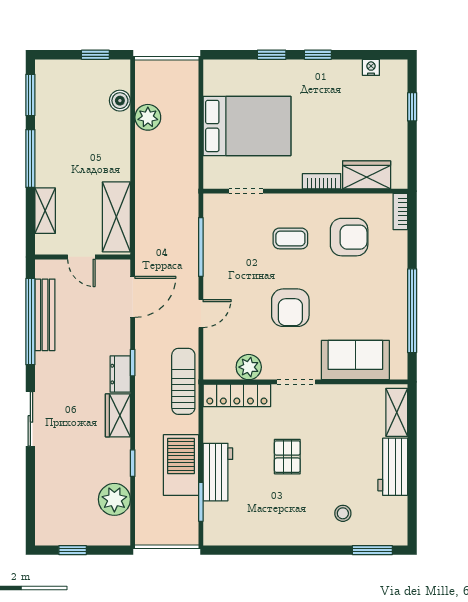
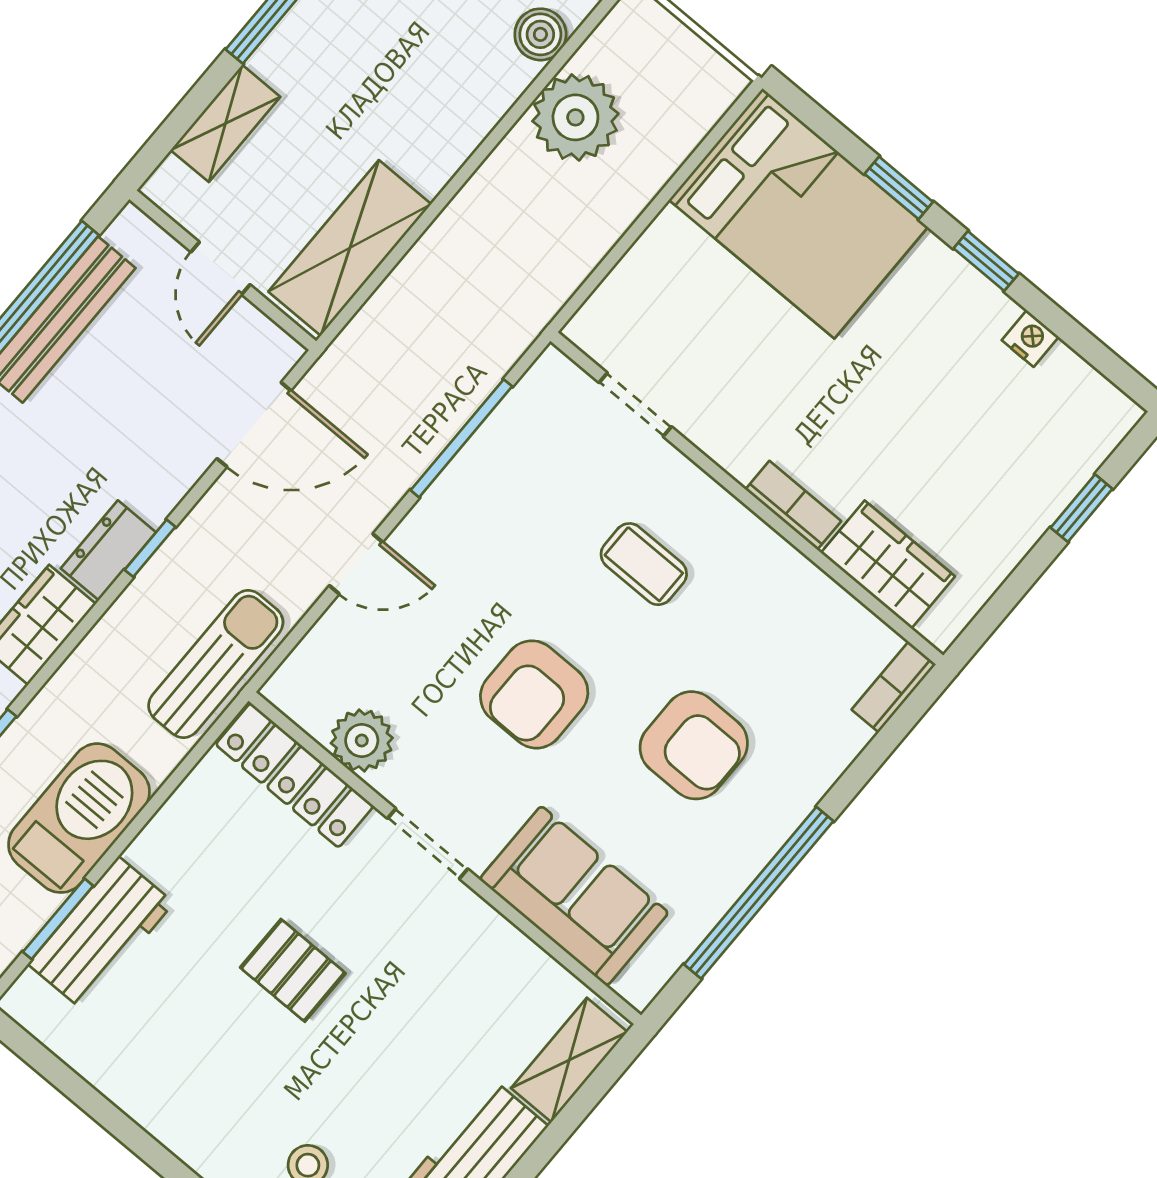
nightstand: (371, 67) -> (1030, 339), moved
plant: (148, 117) -> (575, 117), width x1.36, depth x1.36
bed: (247, 126) -> (798, 213), moved
armchair: (349, 237) -> (694, 745), moved
pallet: (287, 457) -> (293, 970), turned 90
workbench: (218, 472) -> (101, 933), moved

